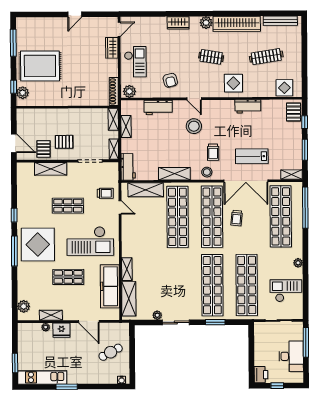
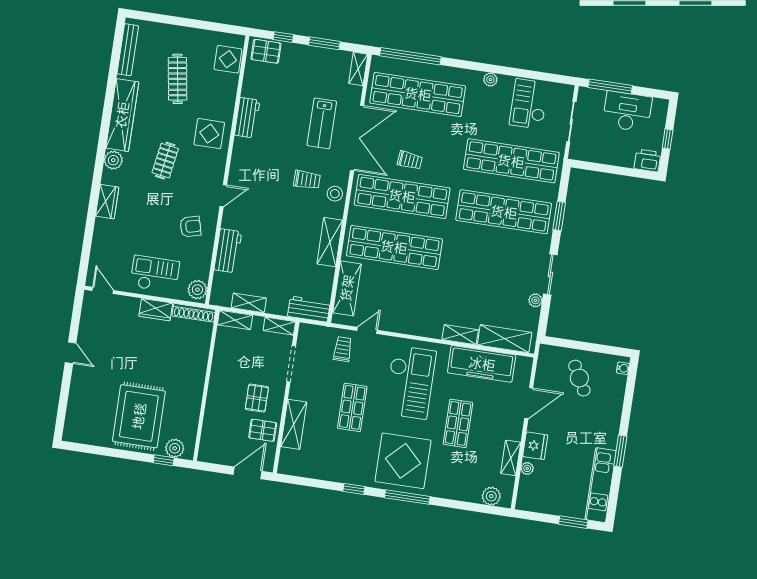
window: (13, 43) -> (98, 450), removed
wardrobe: (112, 48) -> (156, 310), moved
stool: (194, 126) -> (264, 202), removed

